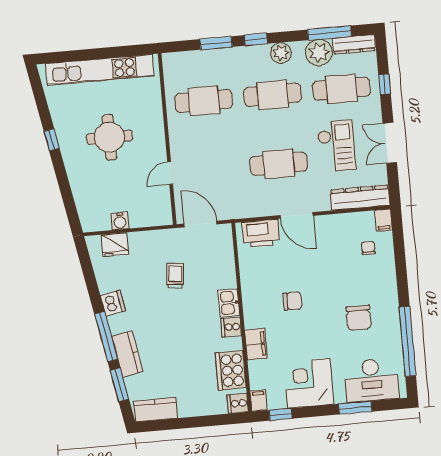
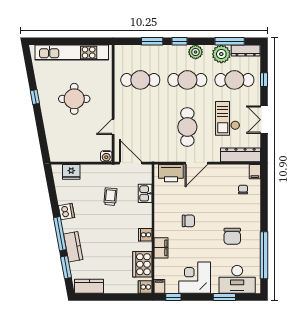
checkout: (336, 146) -> (228, 118), turned 180
cafe table: (279, 164) -> (187, 127), turned 90
door: (297, 215) -> (196, 163), hinge flipped
water cooler: (120, 221) -> (106, 156), moved
kitchen sink: (229, 303) -> (145, 193), moved

